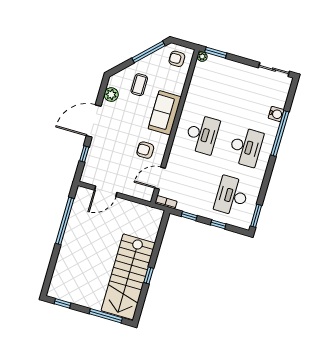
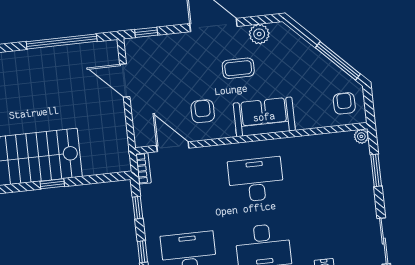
window: (216, 53) -> (376, 170), moved
coffee table: (139, 85) -> (238, 68), moved
desk: (202, 134) -> (256, 180), turned 180
window: (84, 154) -> (146, 32), moved
window: (149, 275) -> (52, 184), moved

